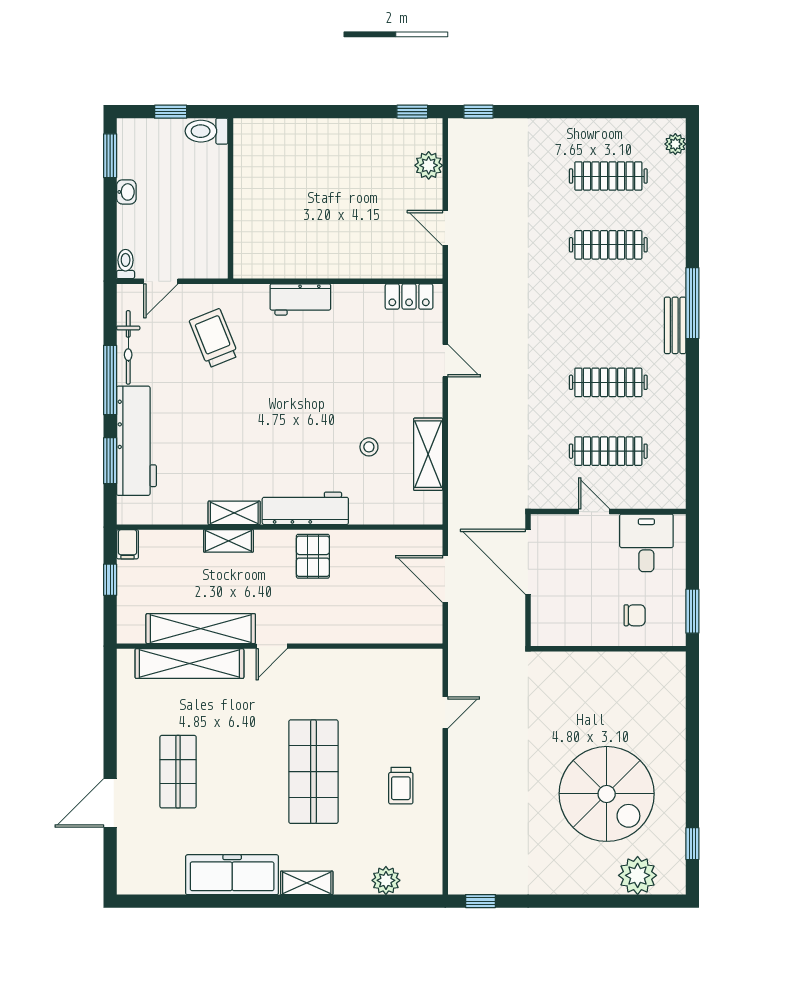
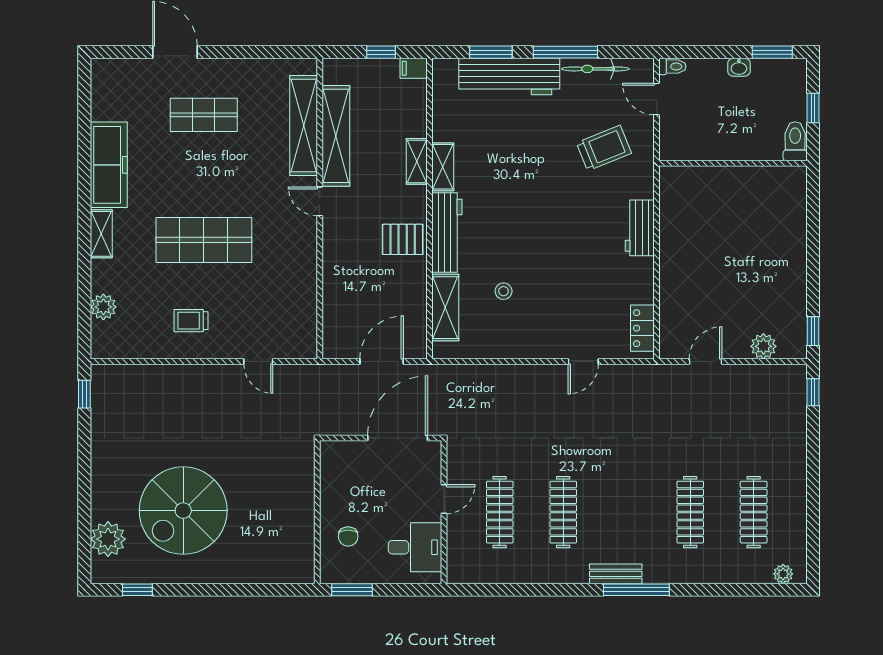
shelving: (428, 454) -> (445, 308), moved, turned 90

